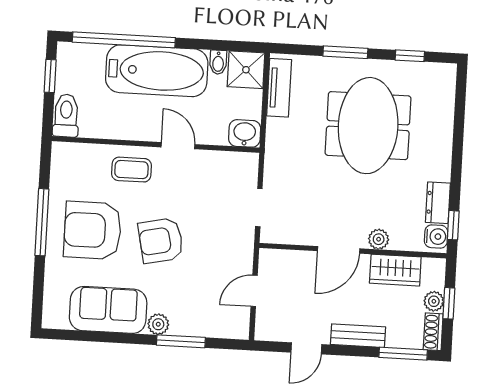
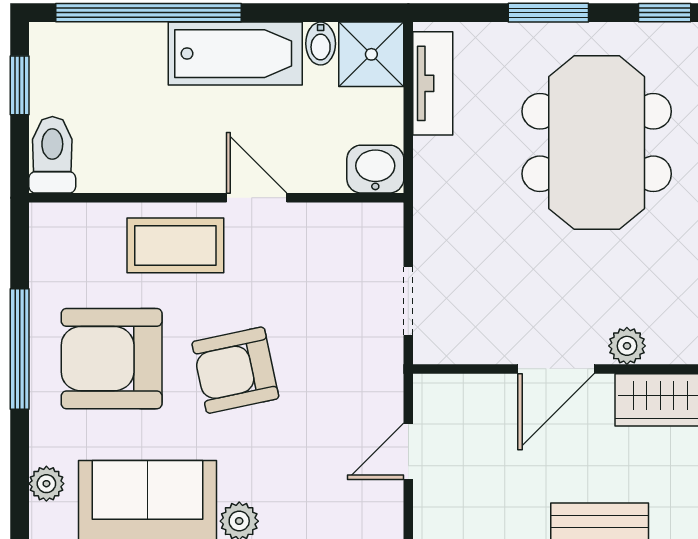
bathtub: (157, 71) -> (235, 54), width x0.73, depth x0.73
coffee table: (131, 170) -> (175, 245), width x1.36, depth x1.30
plant: (53, 298) -> (46, 484), added

